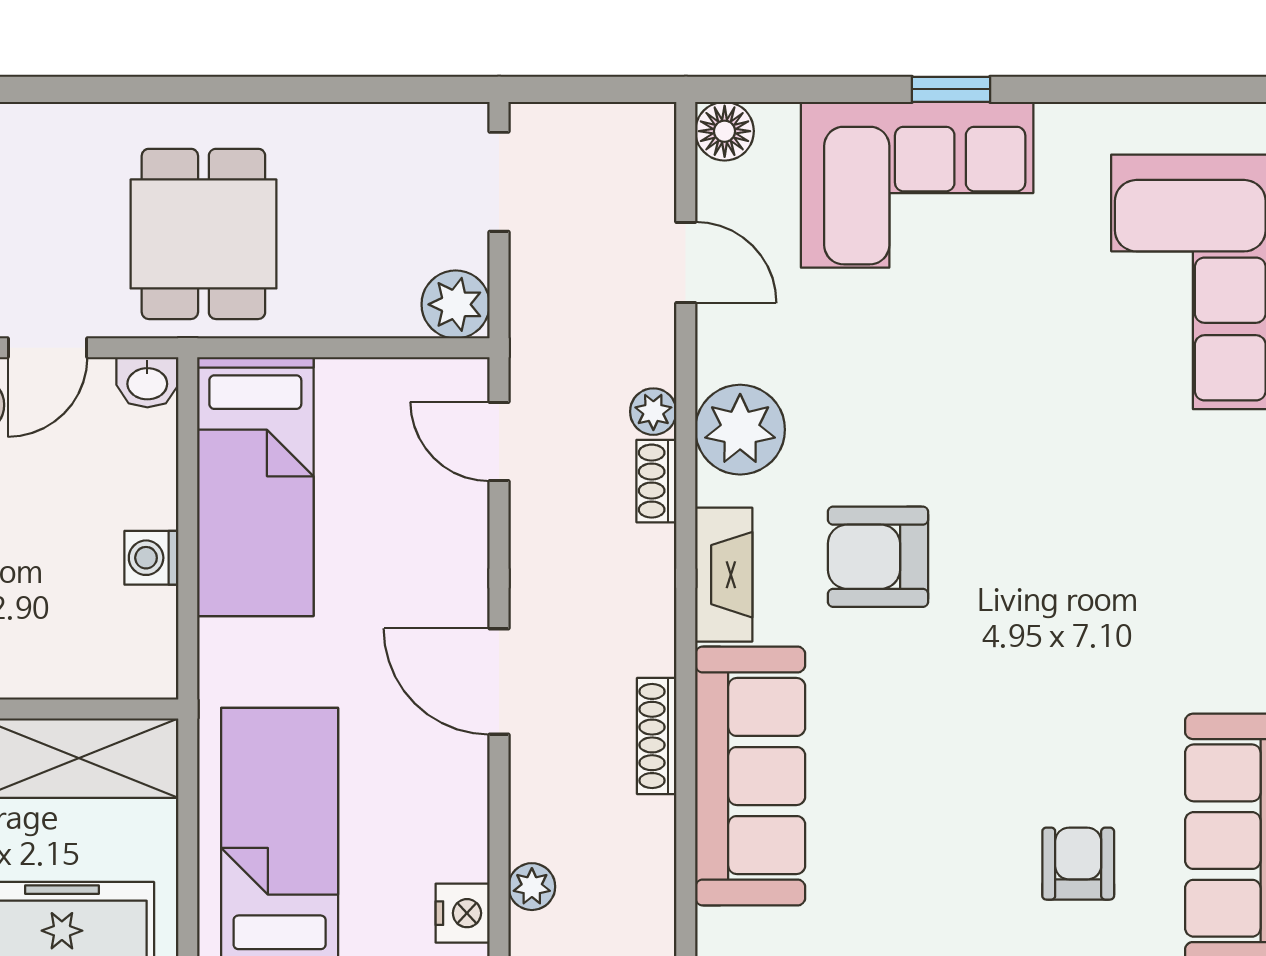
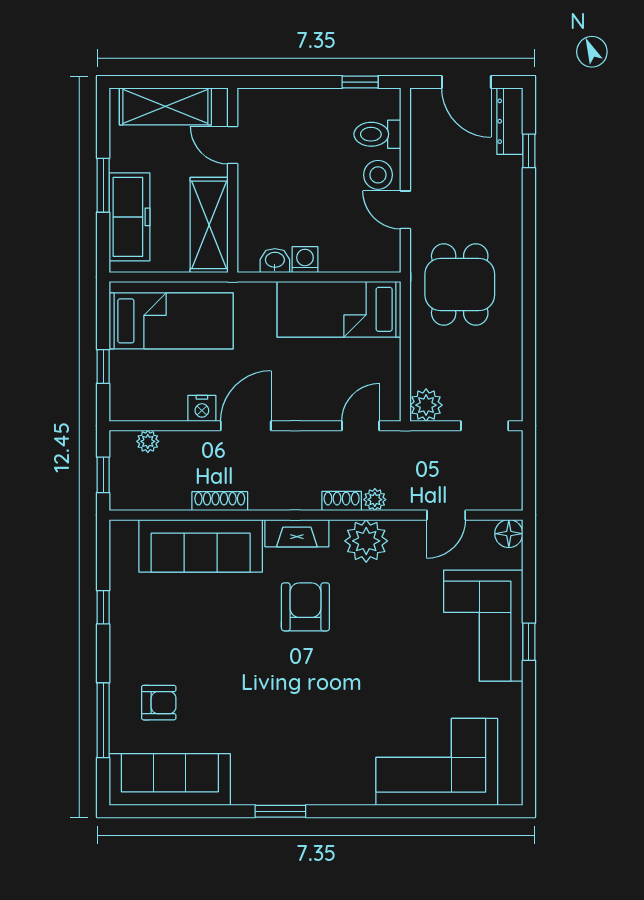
dining table: (203, 234) -> (460, 284), turned 90
washbasin: (147, 382) -> (275, 261), moved, turned 90
nightstand: (463, 913) -> (202, 408), moved

